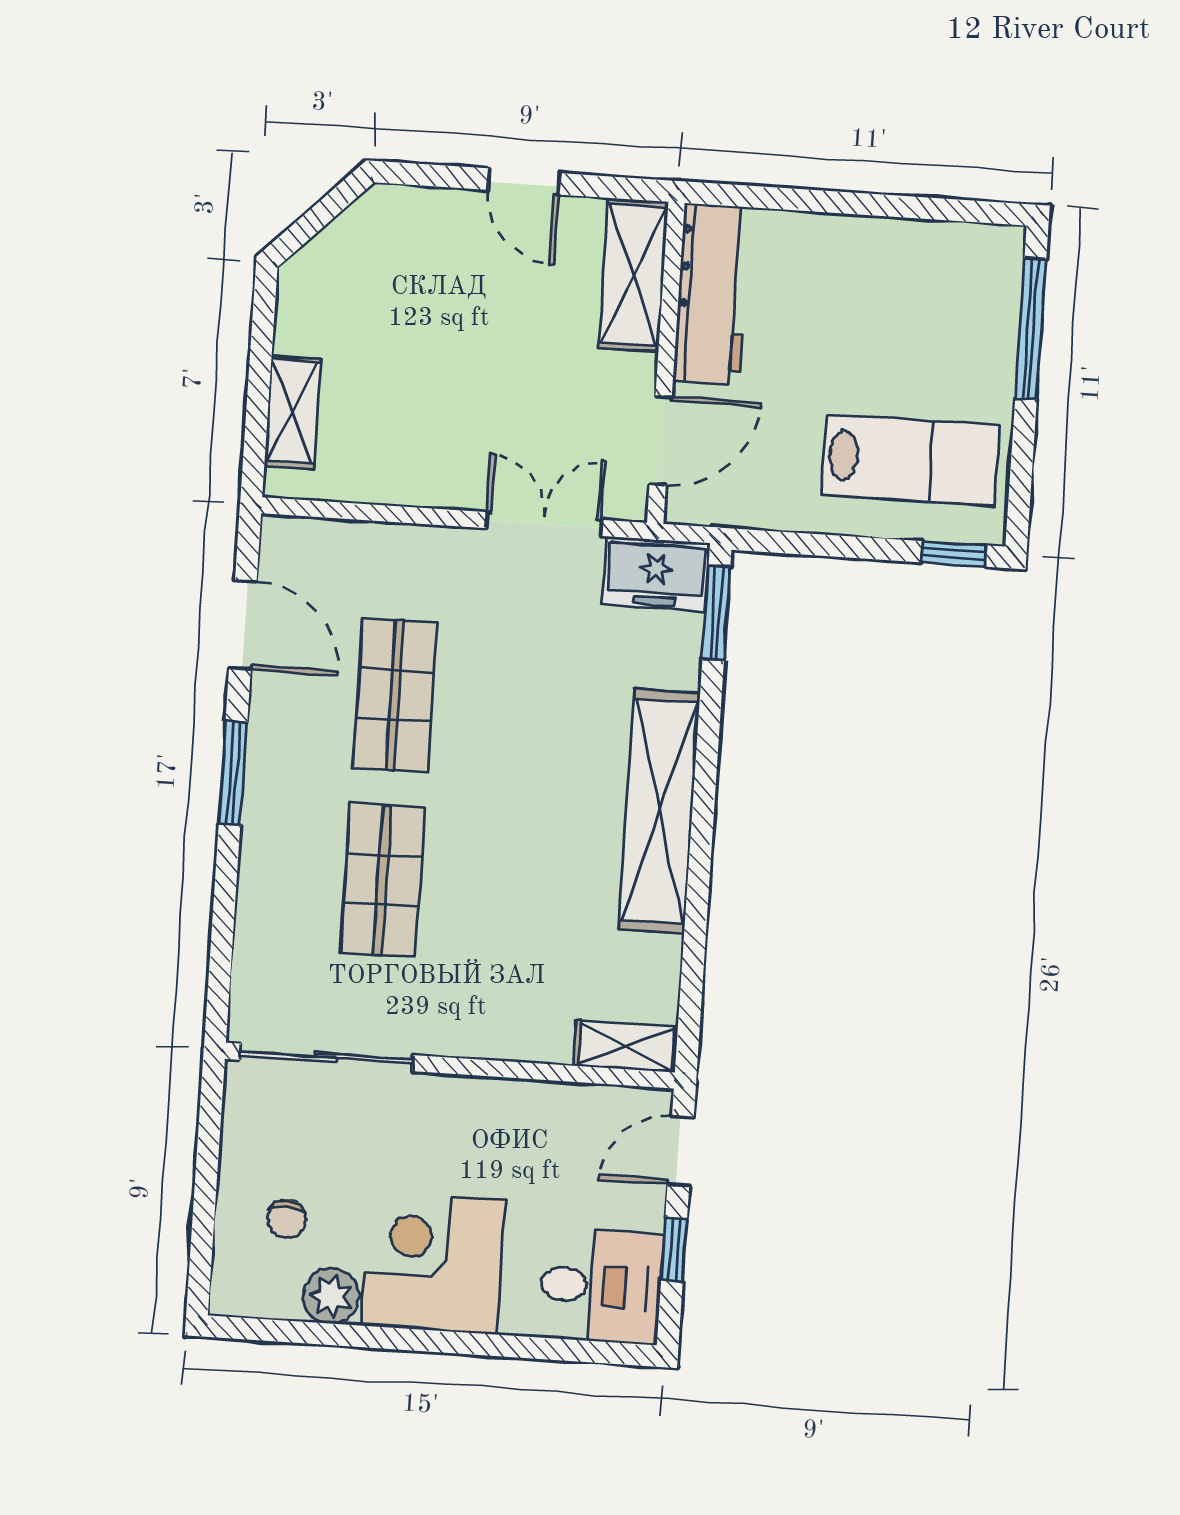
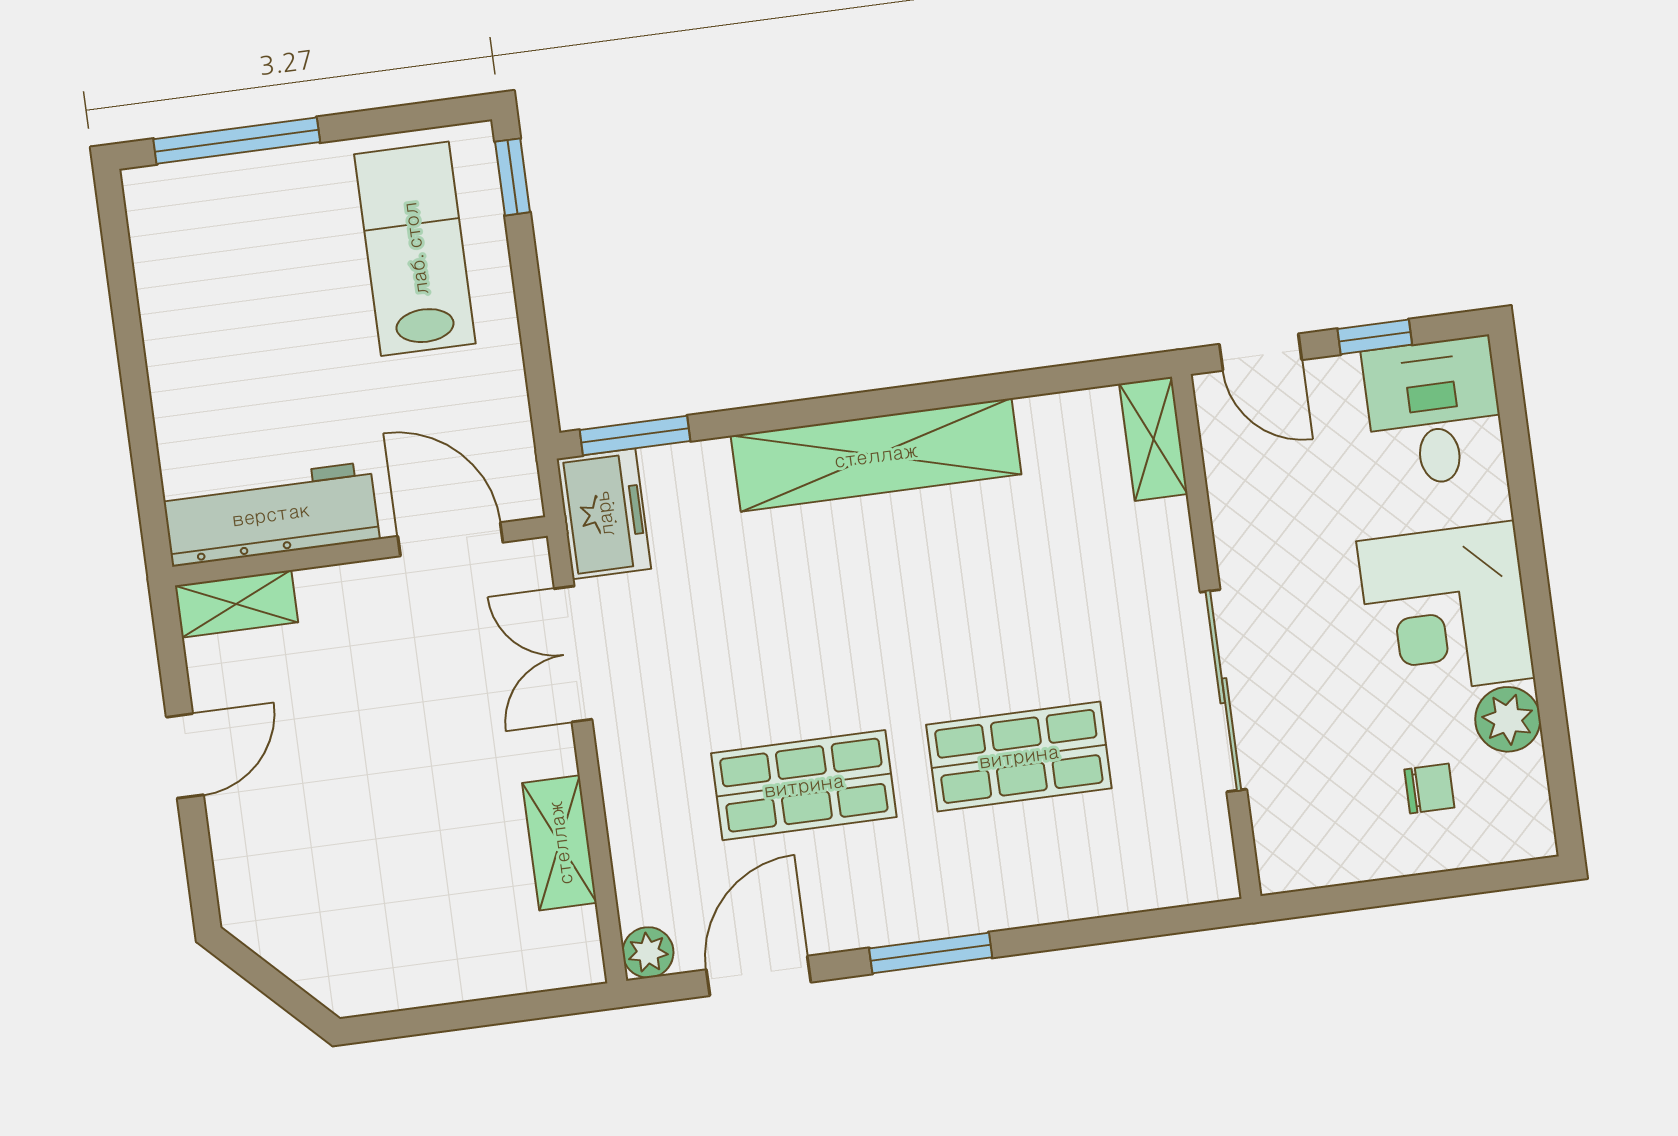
shelving: (633, 275) -> (236, 604), width x0.67, depth x0.75
shelving: (293, 412) -> (560, 843), moved, turned 90
plant: (281, 536) -> (648, 952), added
sliding door: (327, 1057) -> (1223, 691), moved

